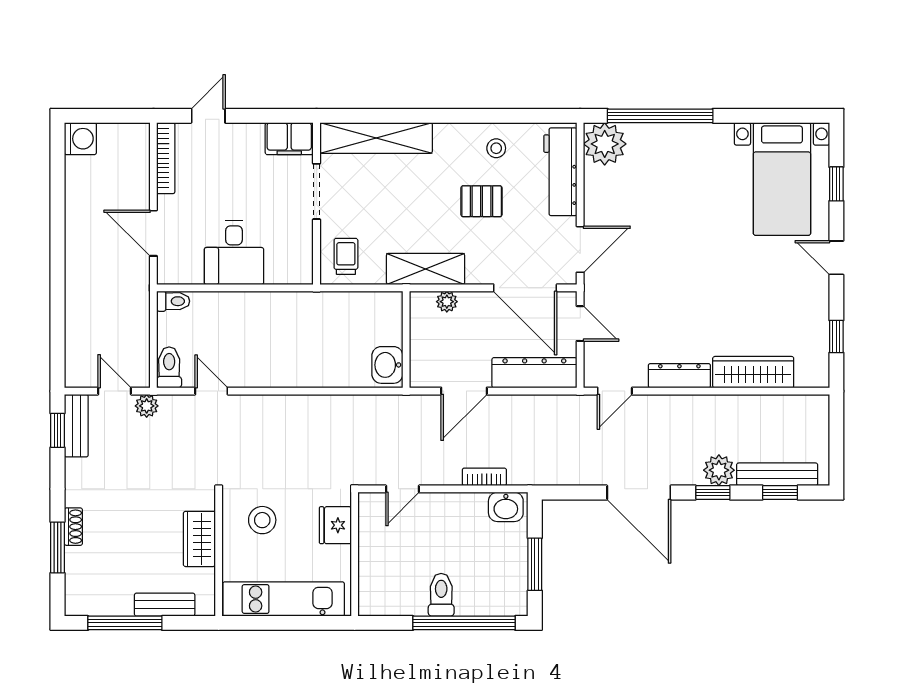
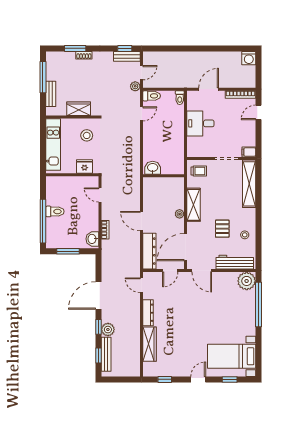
door: (208, 116) -> (259, 112), swing flipped
filing cabinet: (289, 139) -> (249, 152), width x0.50
wall: (406, 339) -> (163, 176), moved
washbasin: (387, 365) -> (153, 168), moved

